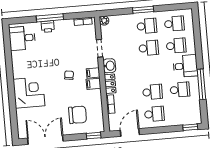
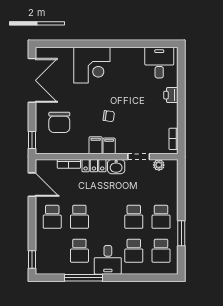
window: (143, 10) -> (181, 233), moved
window: (50, 18) -> (181, 99), removed
plant: (104, 21) -> (159, 165), moved

